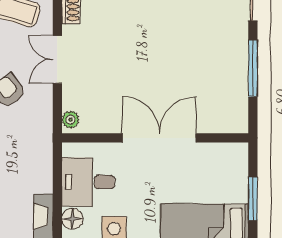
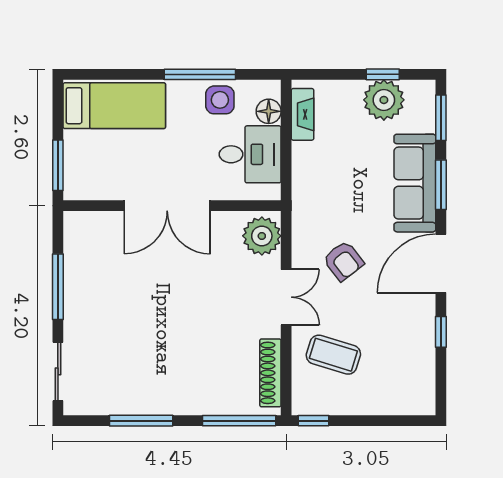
plant: (71, 120) -> (262, 236), width x1.88, depth x1.88
window: (253, 199) -> (58, 165), moved

